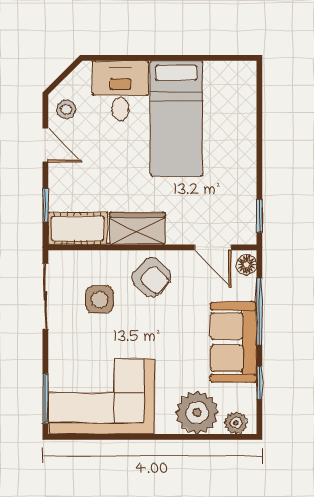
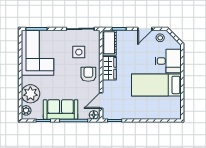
armchair: (151, 277) -> (88, 74), turned 138

